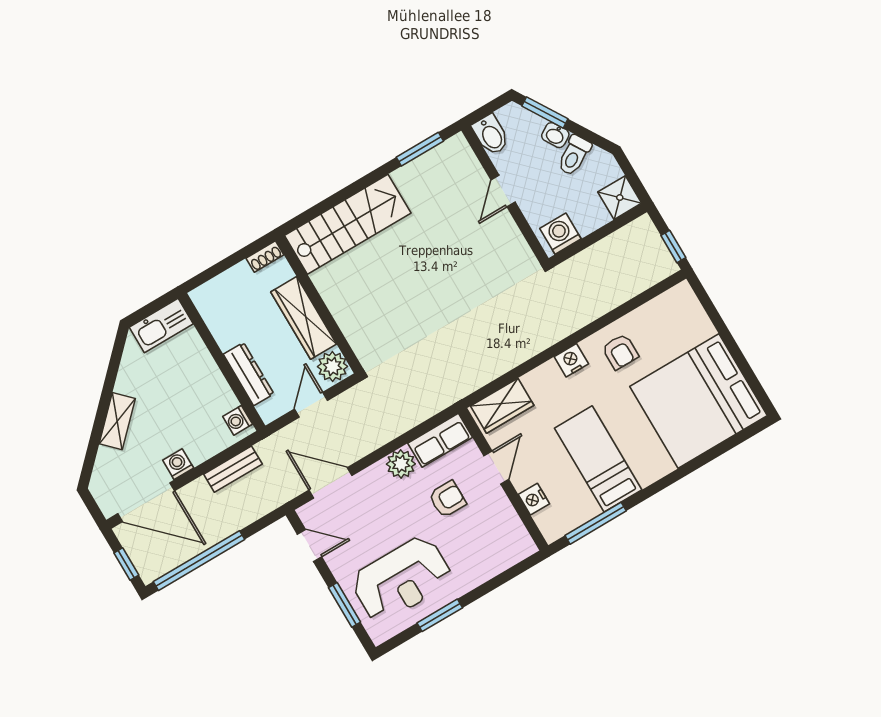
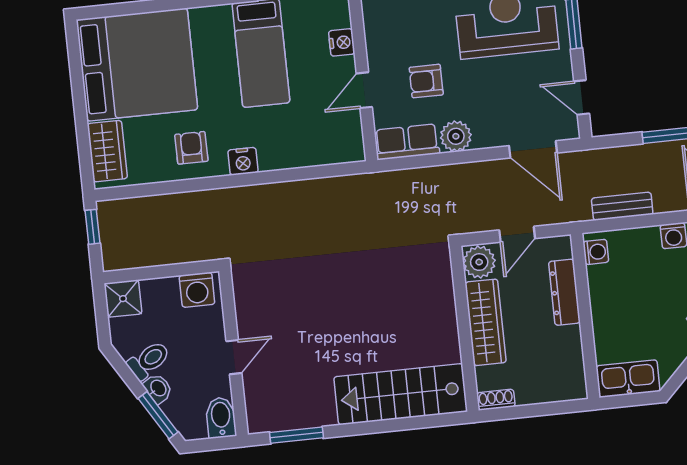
wardrobe: (502, 406) -> (107, 151), moved, turned 90

